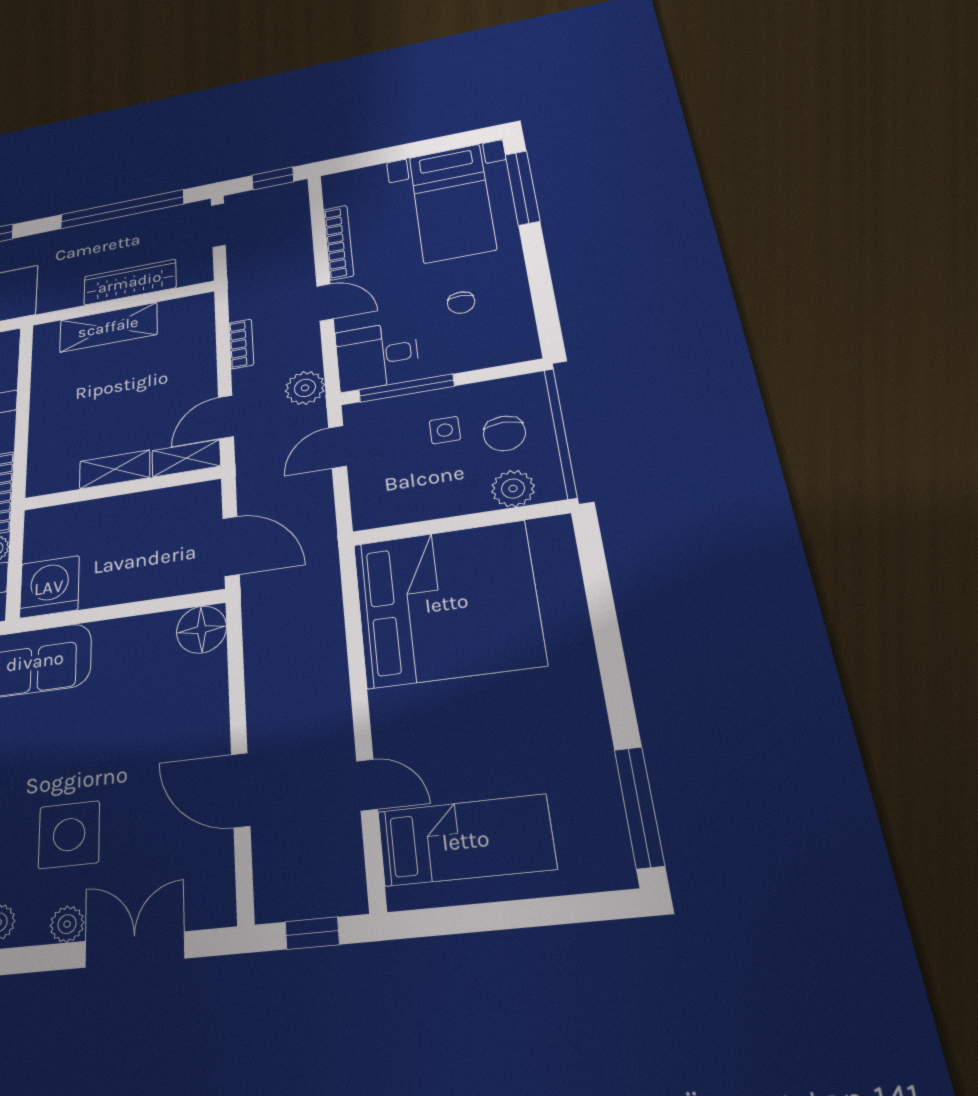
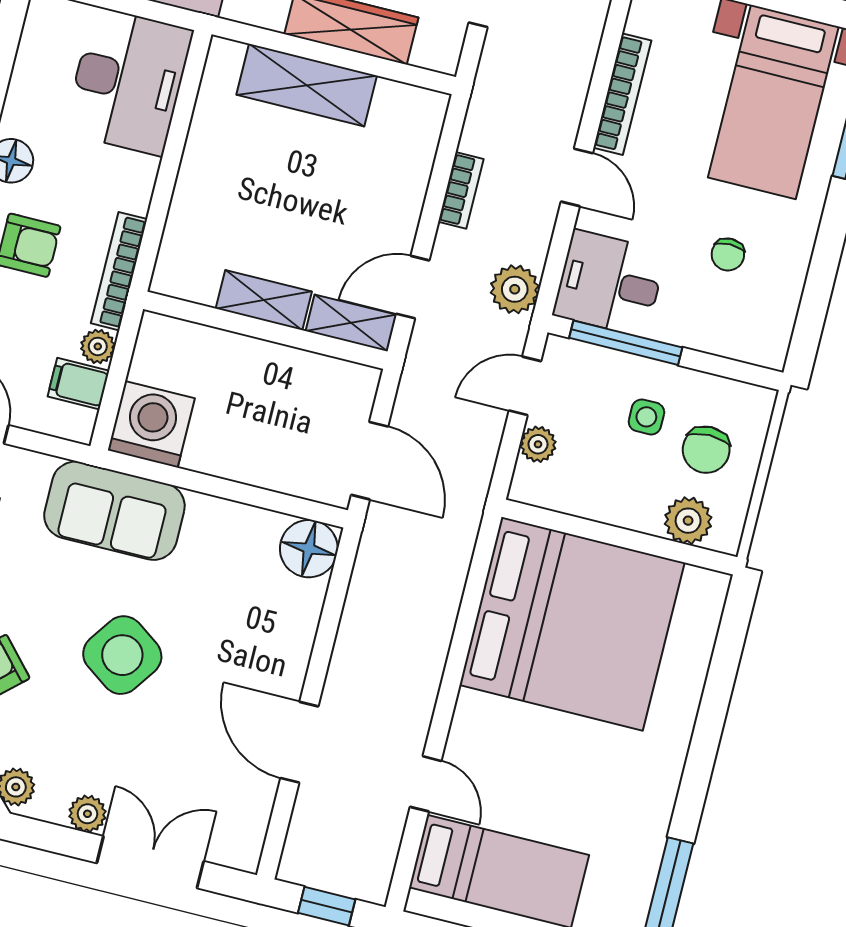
plant: (364, 482) -> (538, 444), added
side table: (69, 835) -> (122, 655), moved, turned 35

